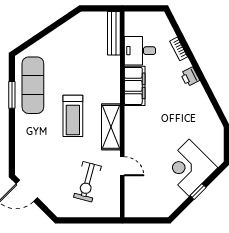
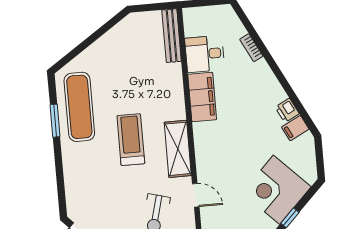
printer: (190, 77) -> (287, 110), moved
treadmill: (73, 116) -> (131, 140), turned 180
filing cabinet: (209, 118) -> (295, 128), added

